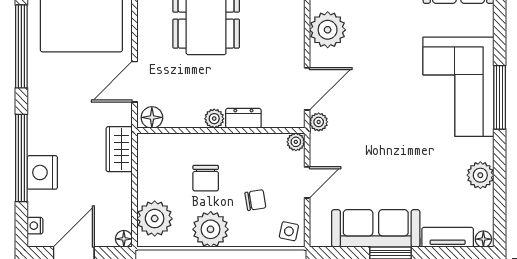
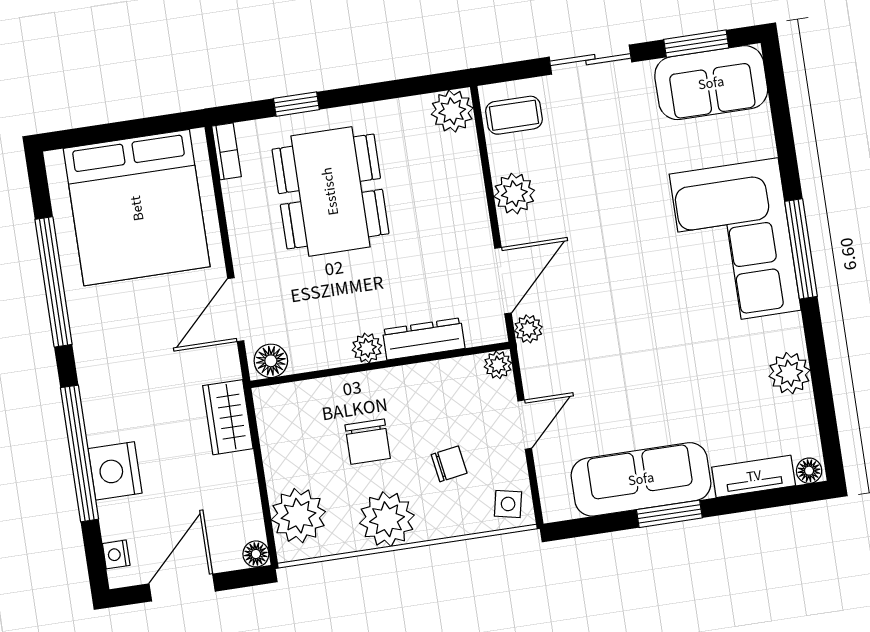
plant: (328, 30) -> (514, 194), width x0.73, depth x0.73
dresser: (243, 118) -> (424, 339), width x1.44

